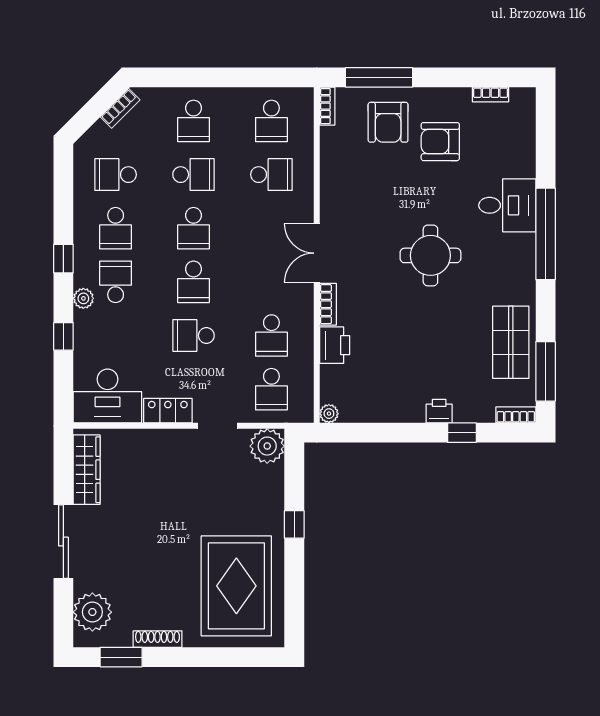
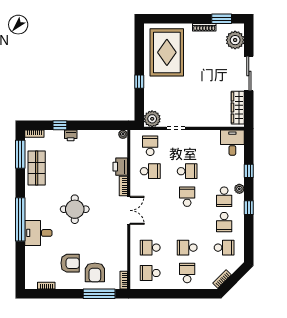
school desk: (271, 121) -> (150, 273), turned -90
armchair: (388, 122) -> (95, 272), turned 180
school desk: (116, 228) -> (224, 222), turned 180
school desk: (194, 228) -> (187, 222), removed
school desk: (271, 336) -> (150, 171), turned 90
desk: (107, 396) -> (232, 143), width x0.73
locker: (168, 411) -> (199, 136), removed

